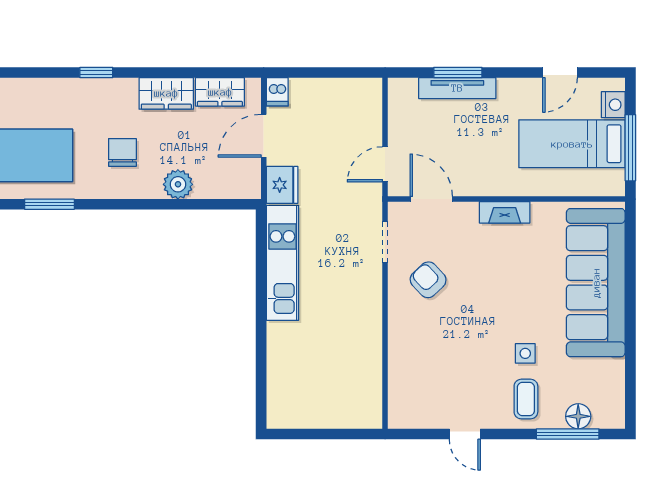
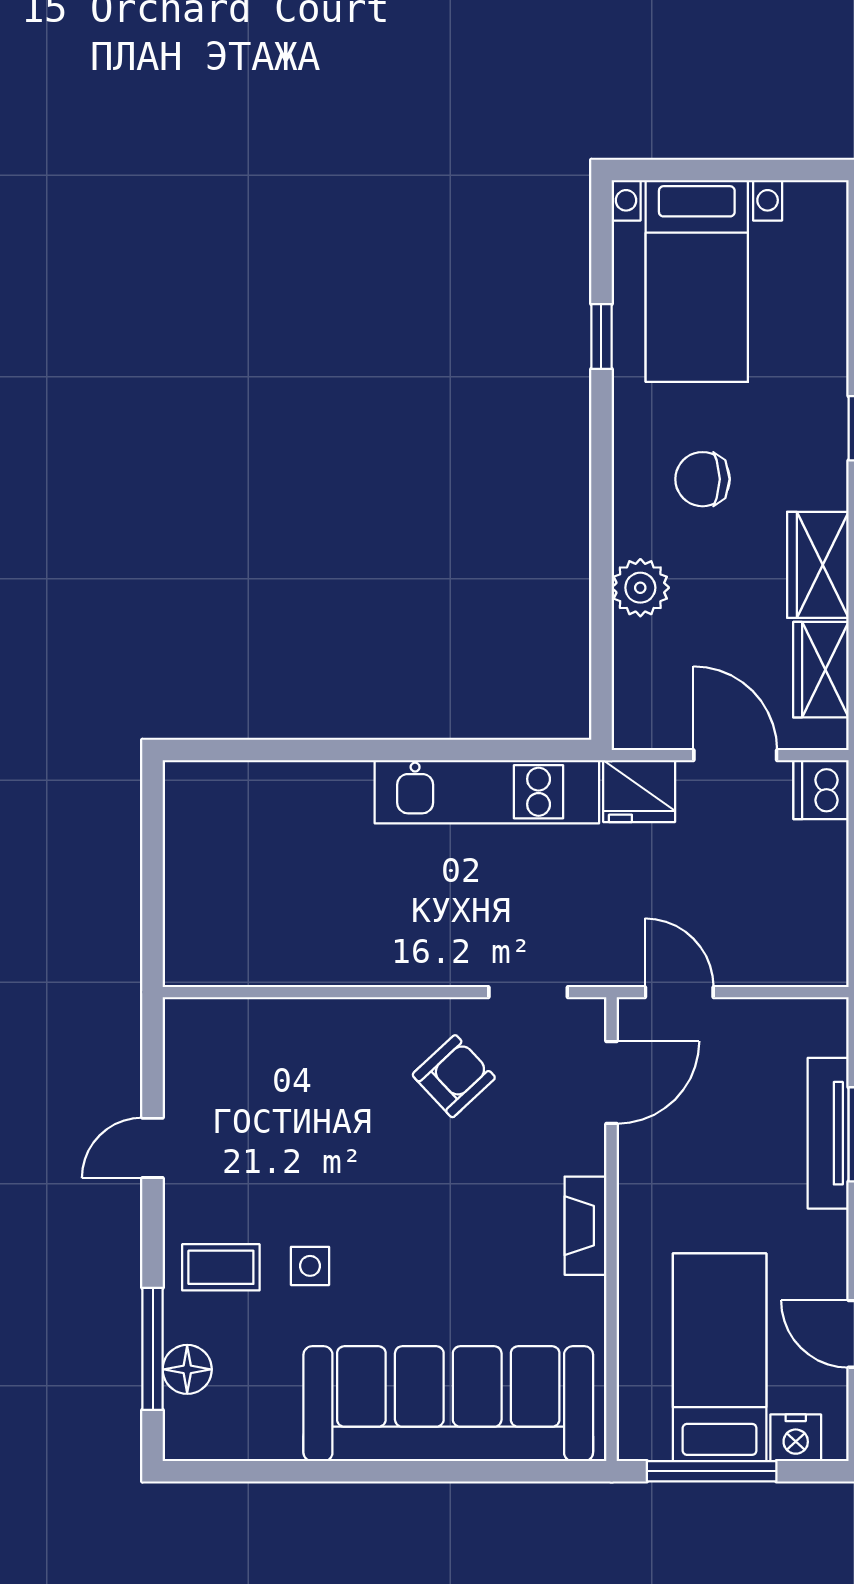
dishwasher: (277, 92) -> (821, 790), width x1.38
chair: (122, 152) -> (703, 479), turned 180
window: (49, 204) -> (601, 337), width x0.67

